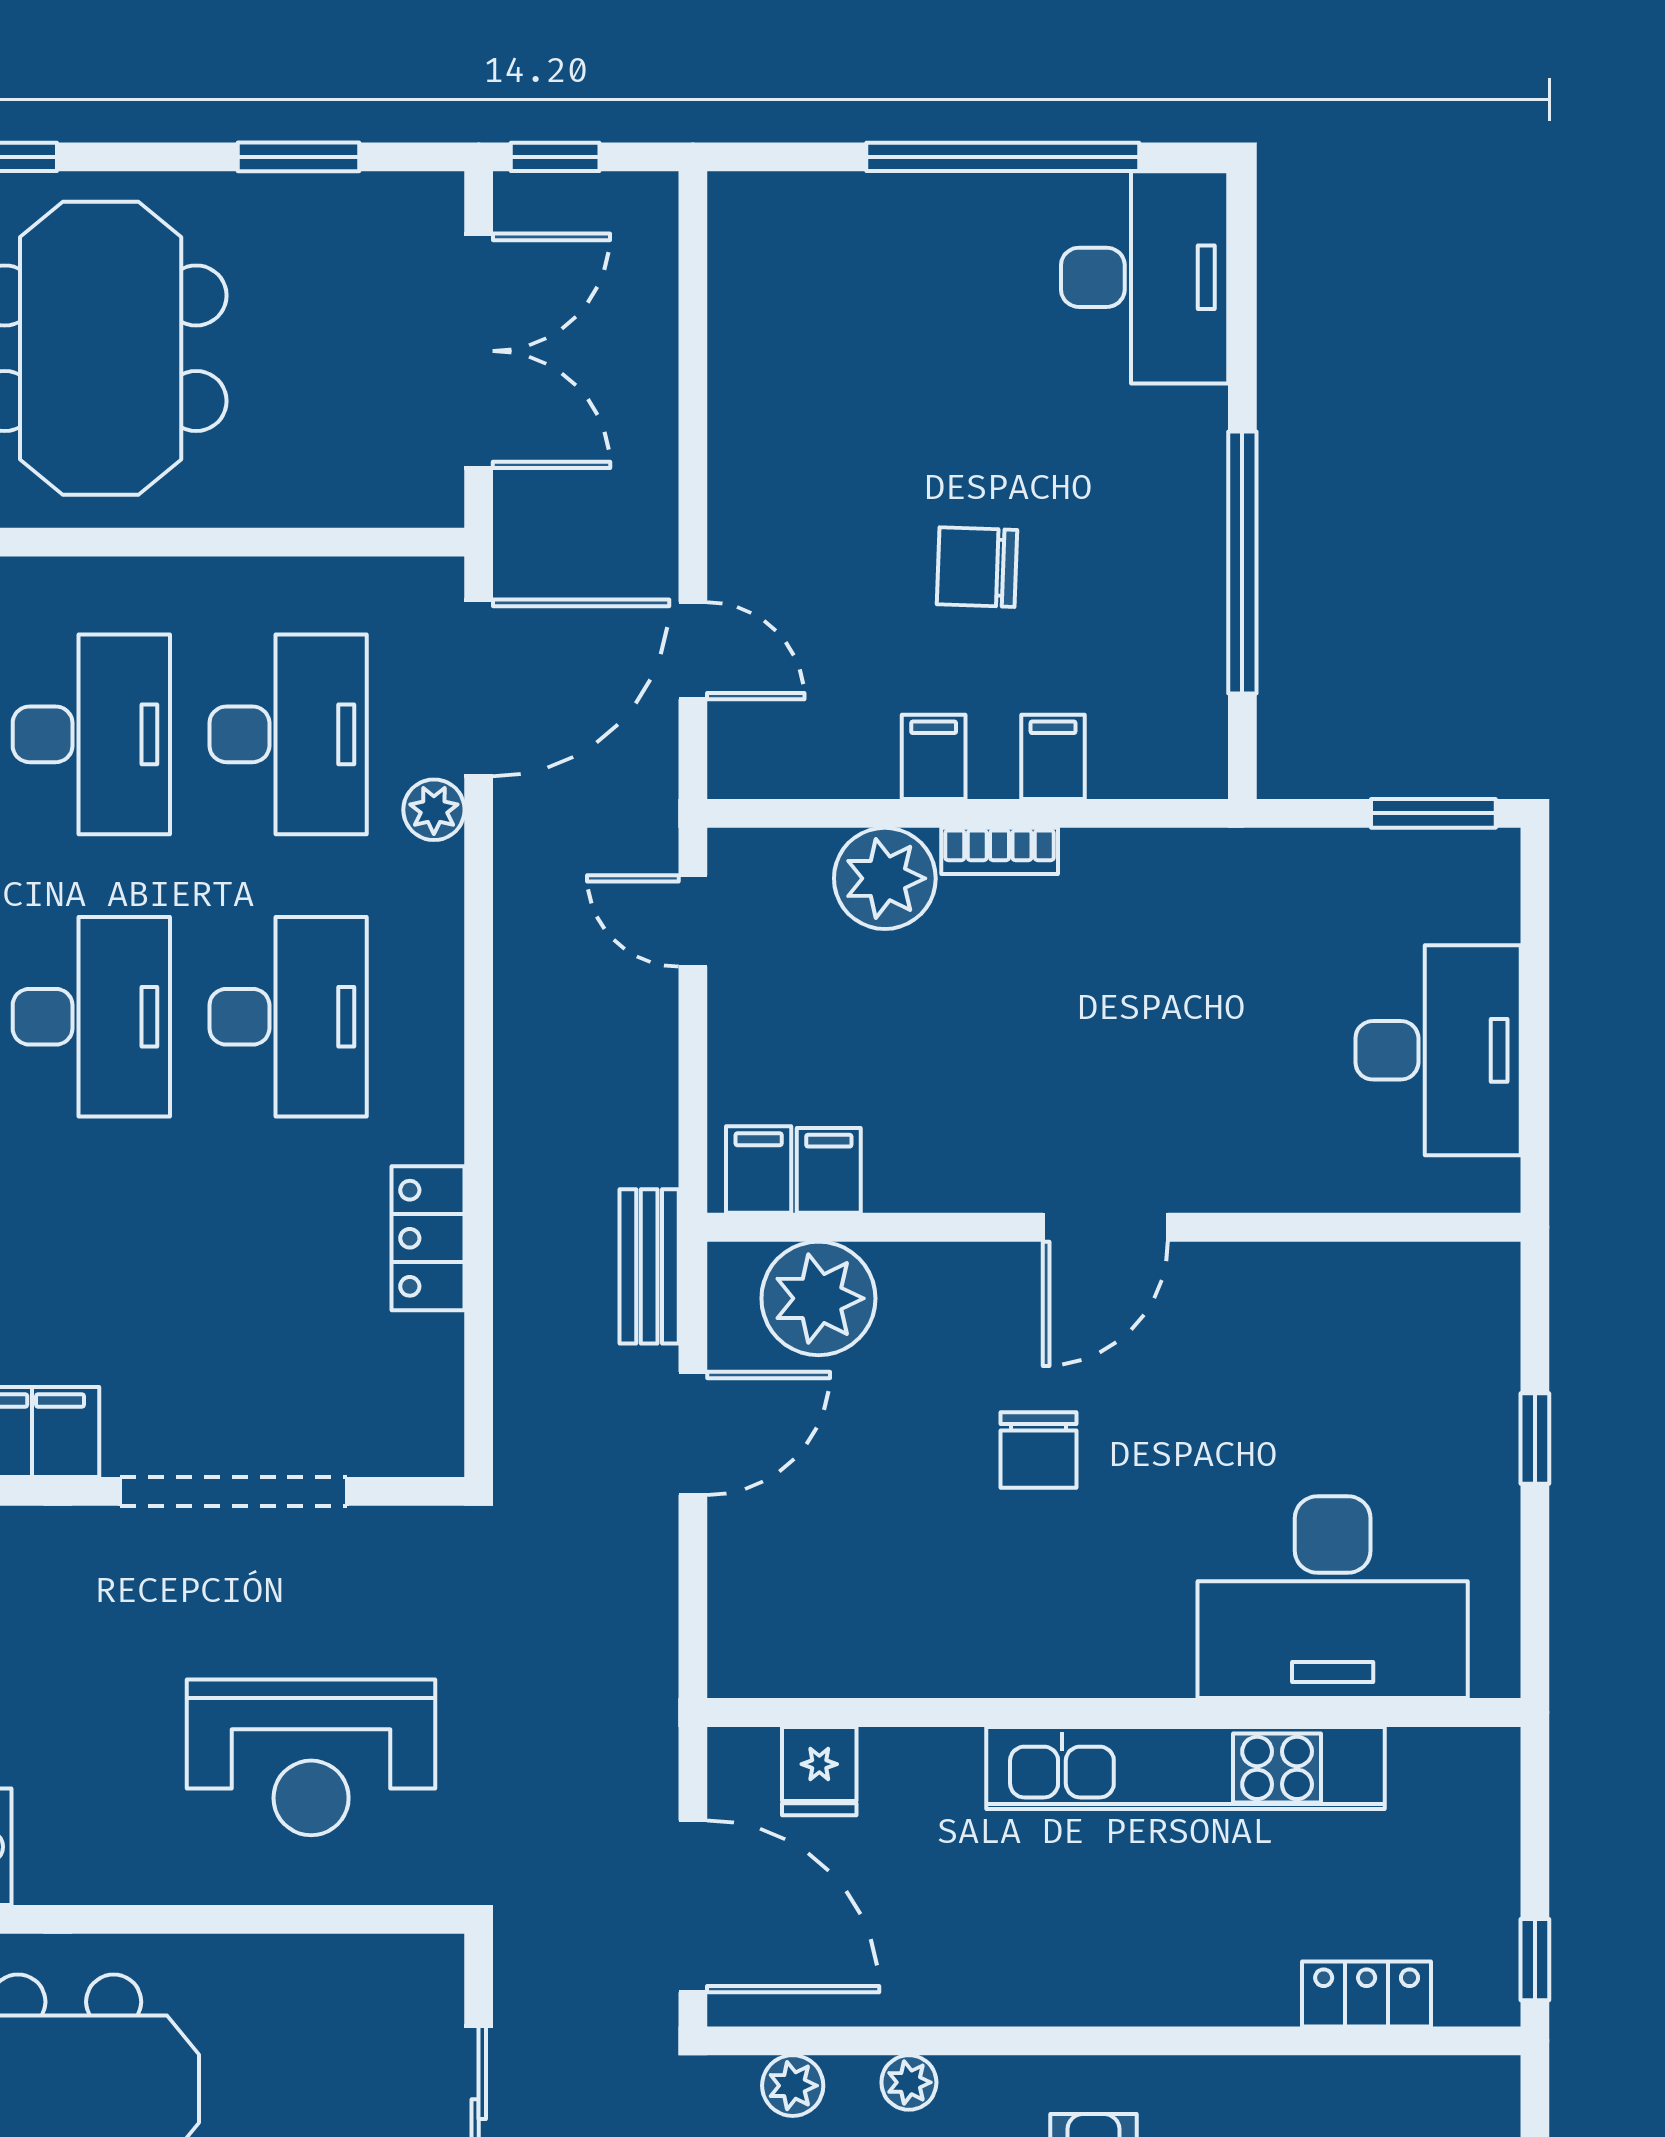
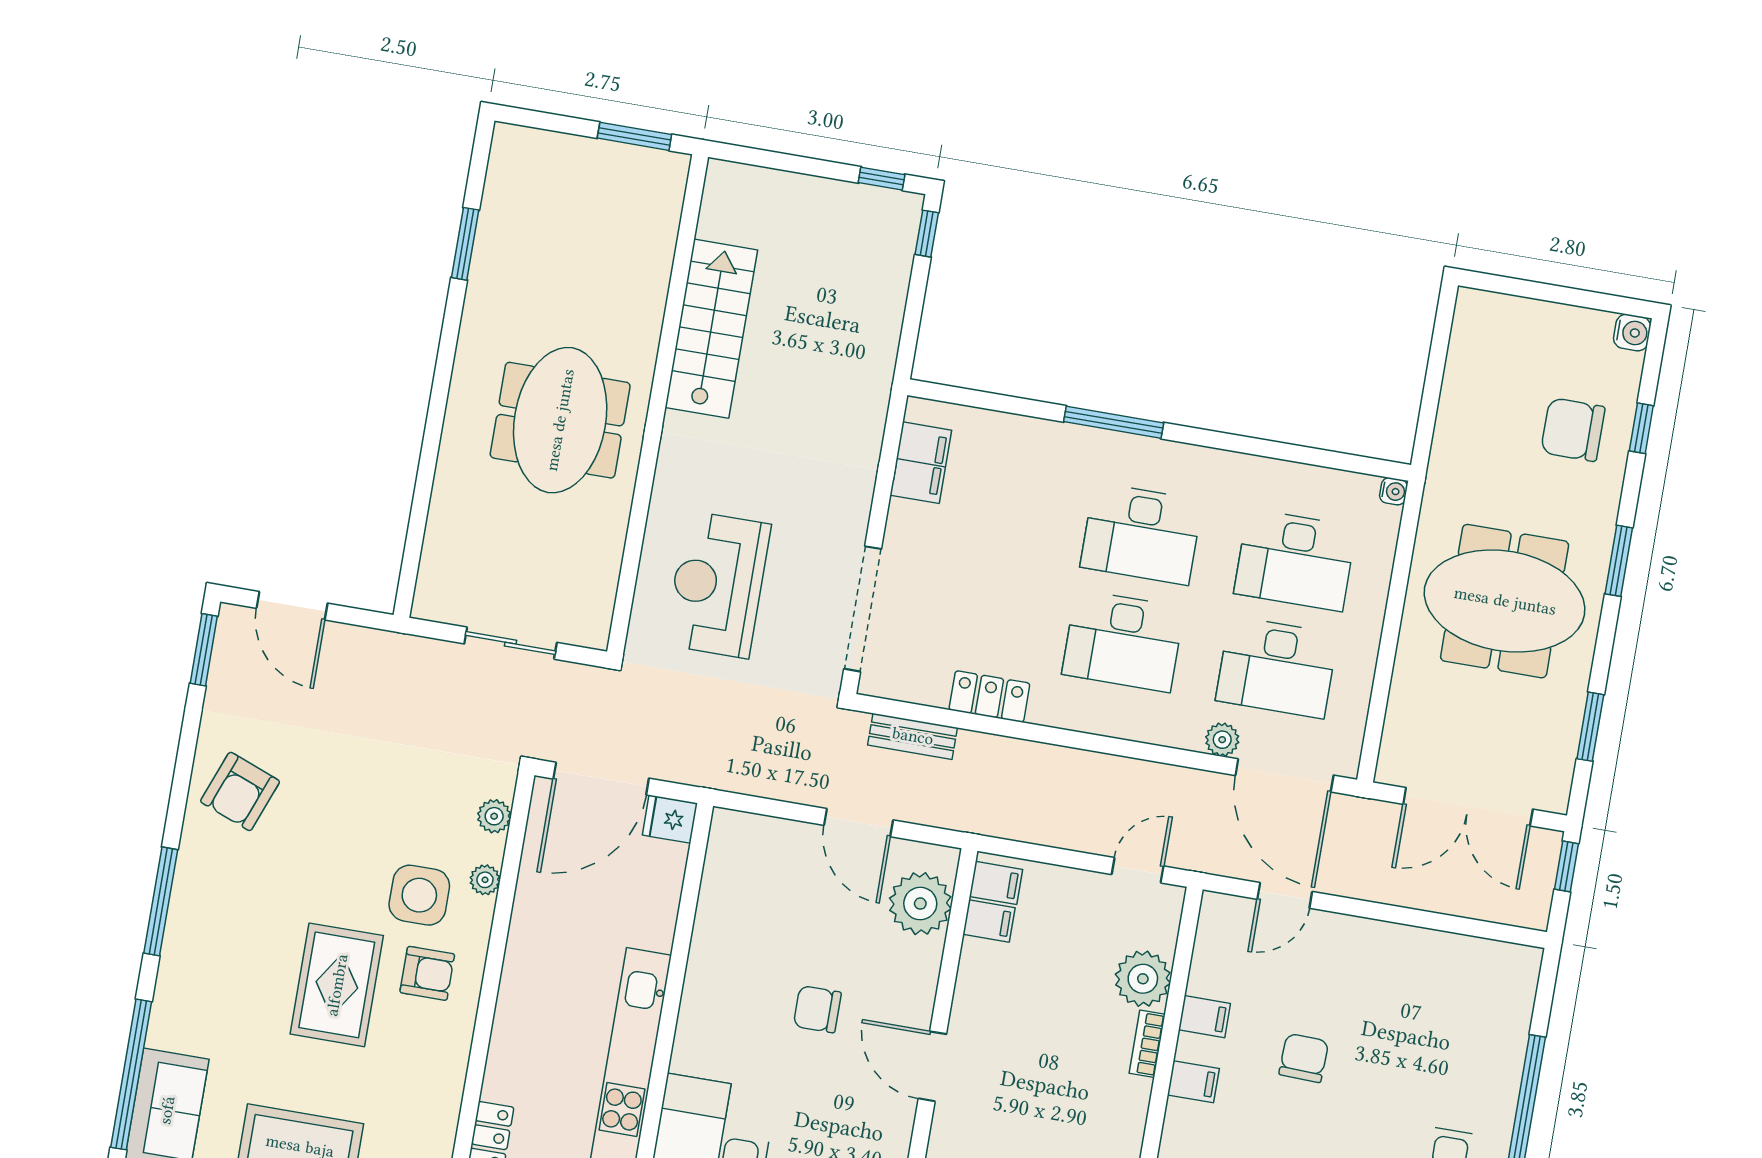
bench: (649, 1266) -> (913, 736), moved
doorway: (234, 1491) -> (863, 609), moved
fridge: (819, 1771) -> (670, 819), moved

